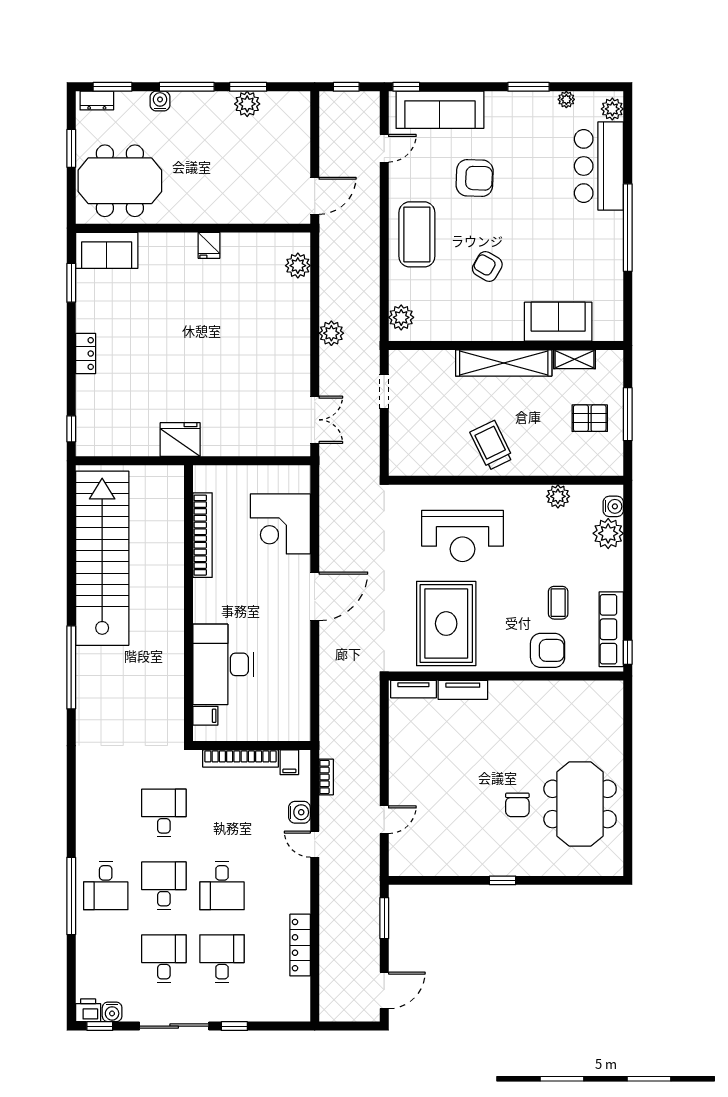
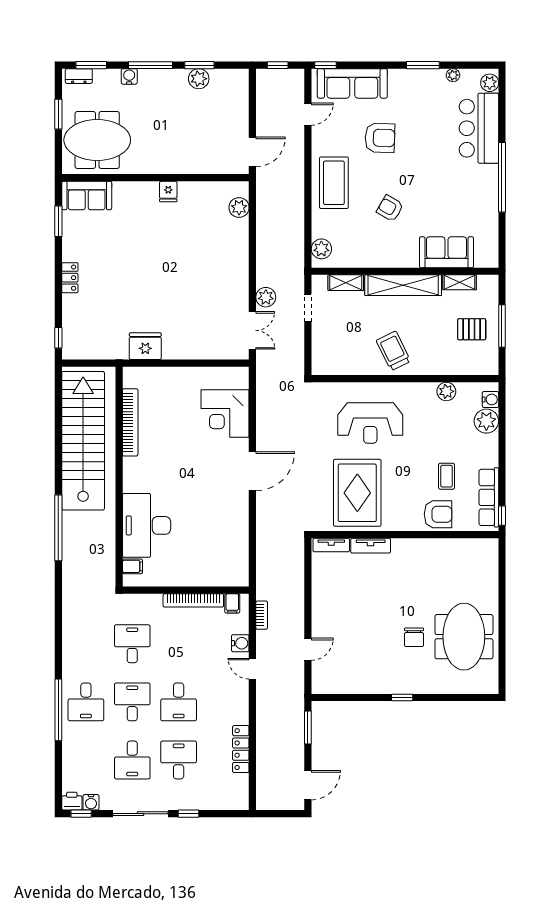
plant: (331, 333) -> (266, 297), moved
shelving: (432, 360) -> (346, 283), added
bookcase: (203, 535) -> (130, 422), moved
wall: (189, 603) -> (119, 477), moved
desk: (223, 664) -> (147, 525), moved
filing cabinet: (205, 716) -> (132, 566), moved
desk: (164, 959) -> (132, 760), turned 180

